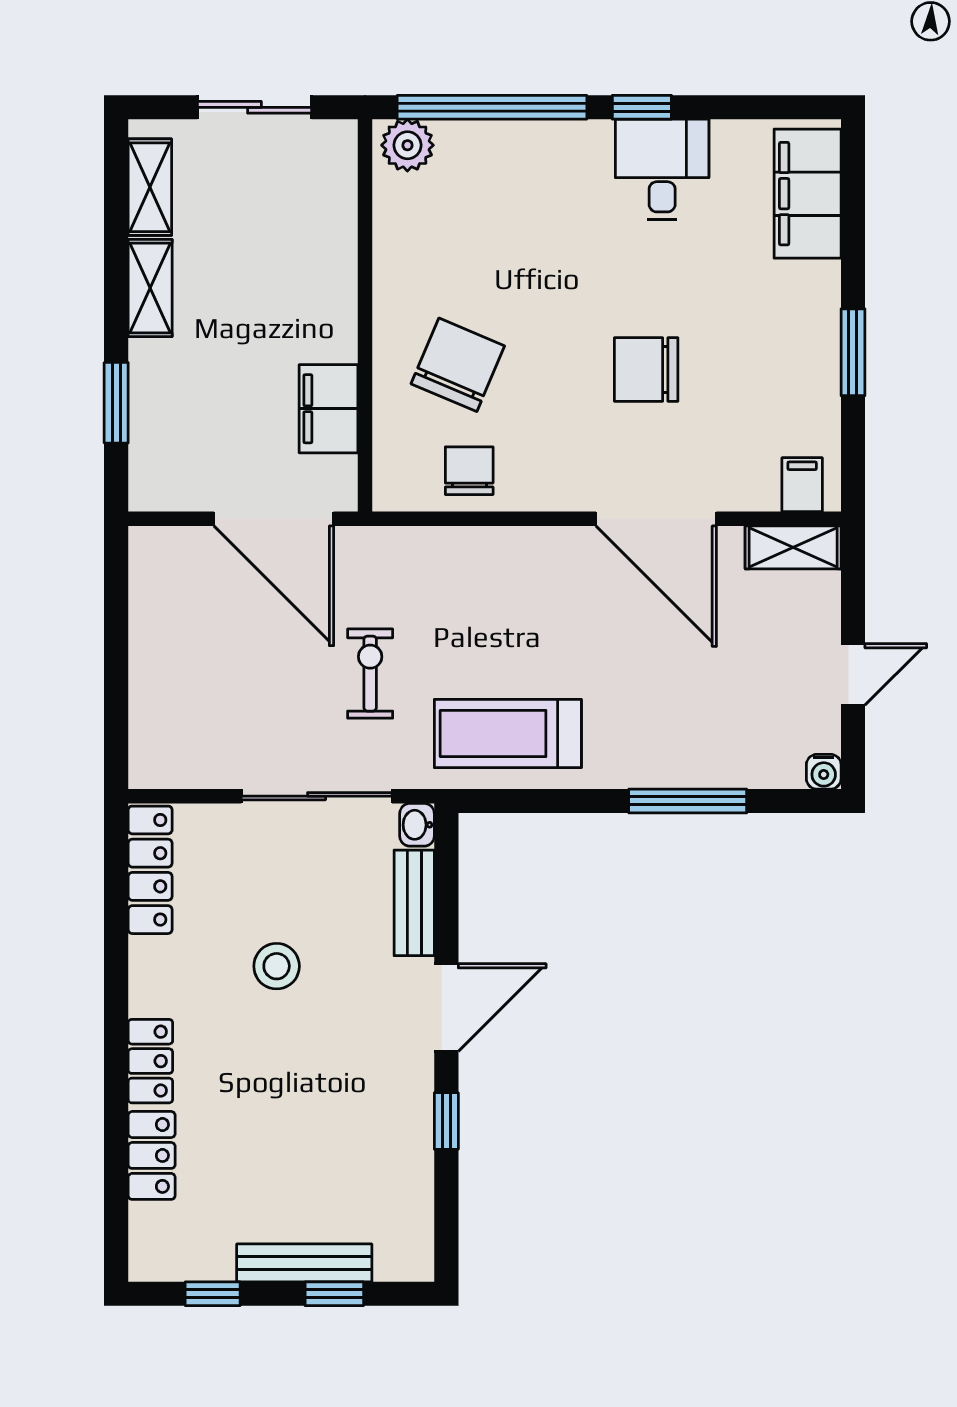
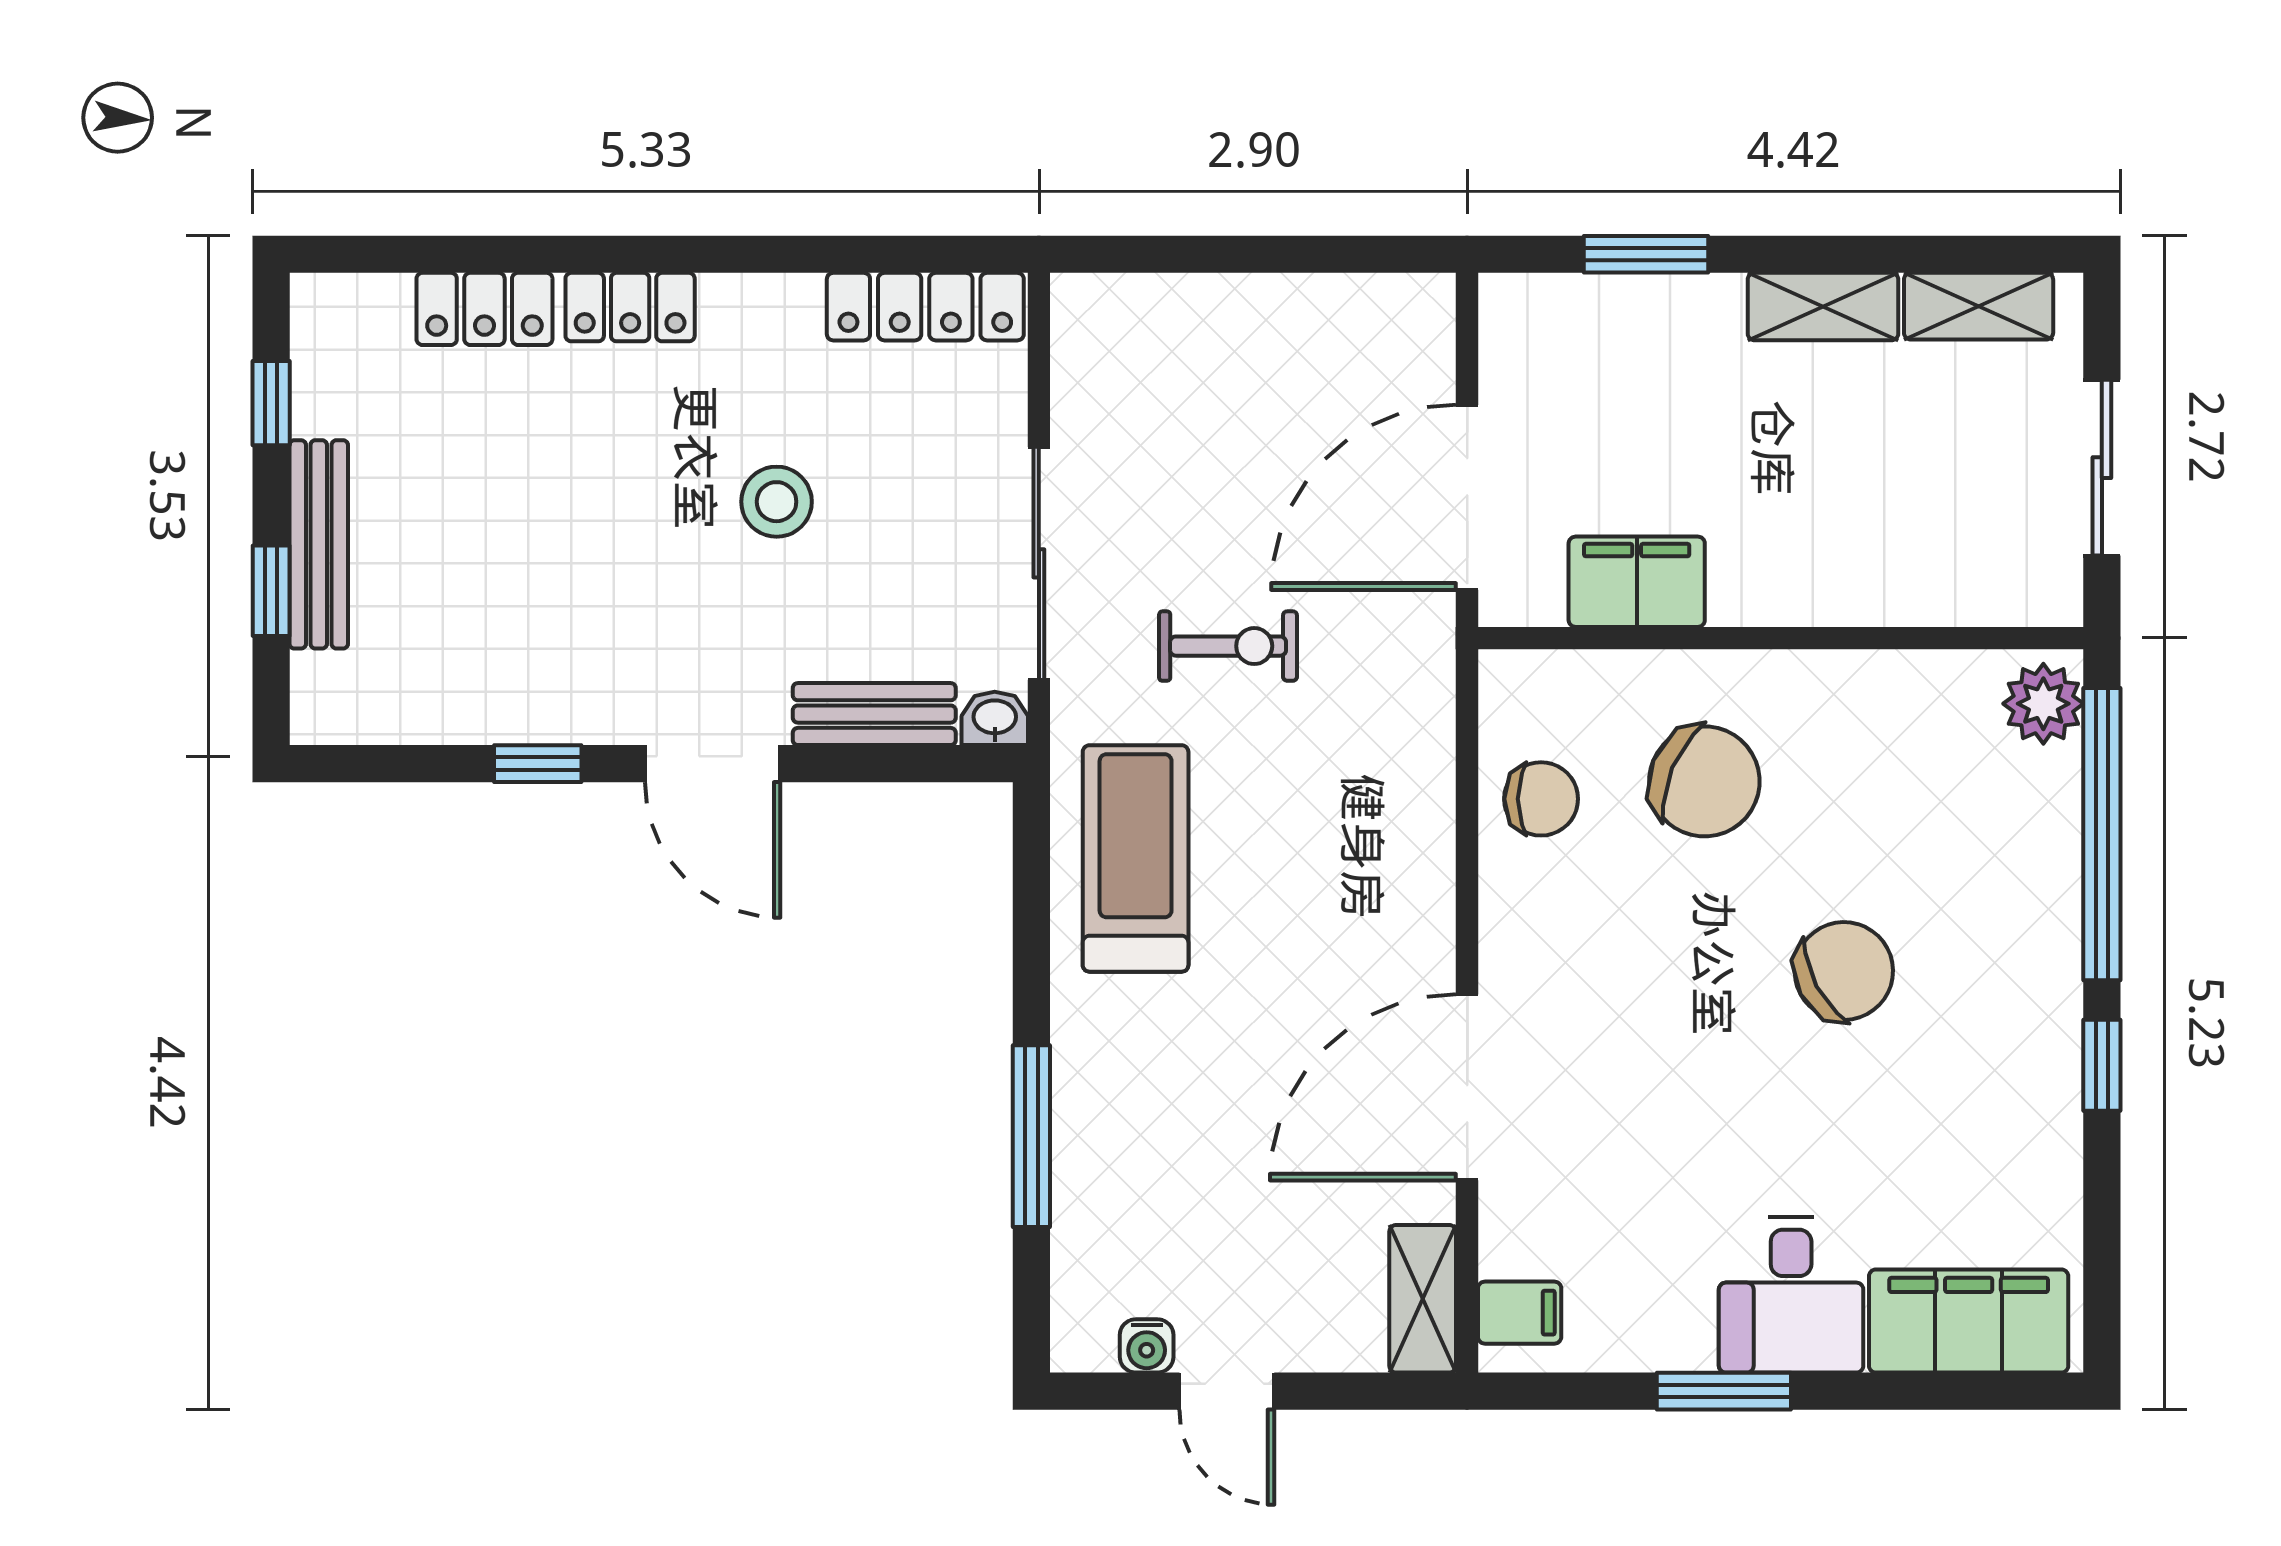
desk: (662, 170) -> (1791, 1295), moved, turned 90
chair: (646, 369) -> (1844, 971), moved, turned 62
water cooler: (824, 772) -> (1147, 1346), moved, turned -90

